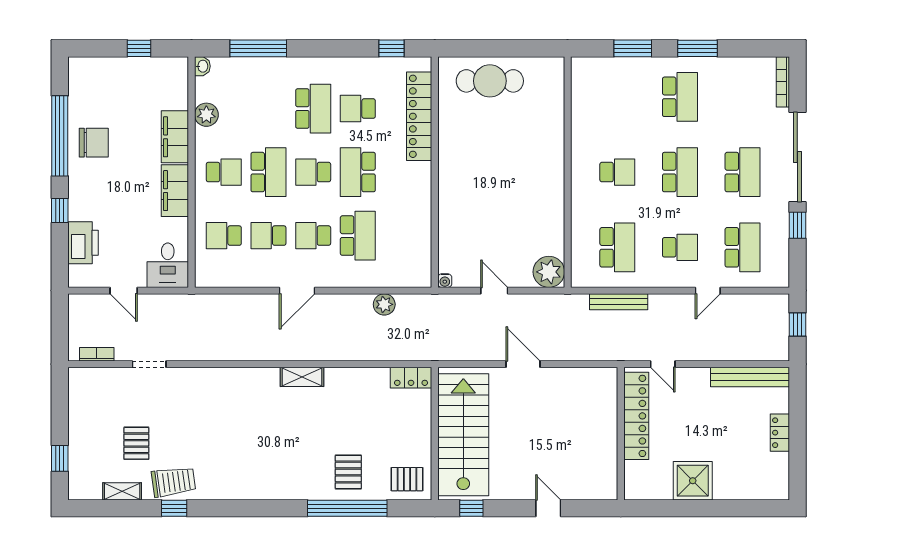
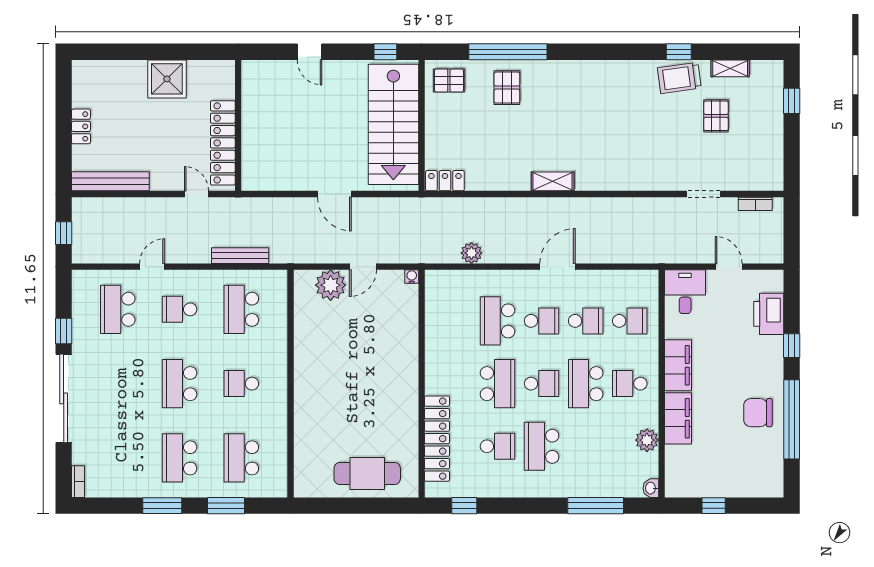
bookcase: (783, 82) -> (78, 482), width x0.64
school desk: (743, 172) -> (241, 458), moved
plant: (549, 272) -> (331, 285), moved
door: (494, 291) -> (363, 267), hinge flipped

